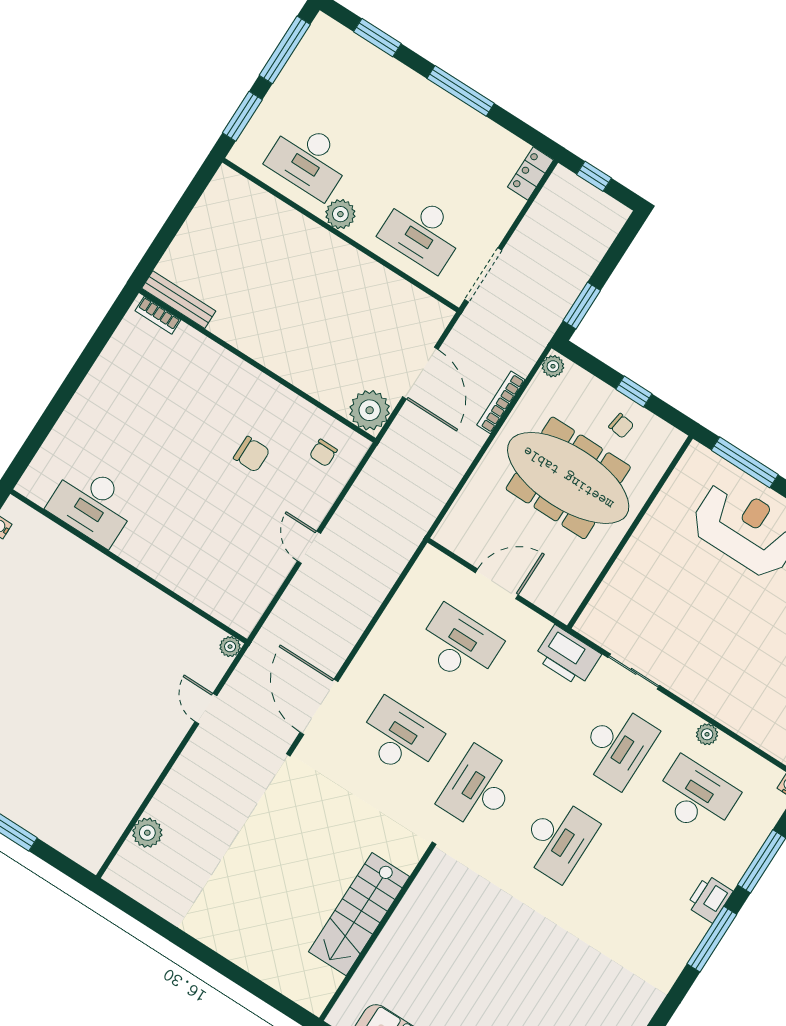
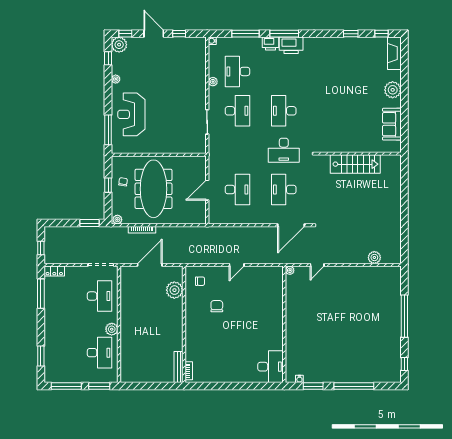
window: (461, 91) -> (41, 294), moved
plant: (370, 410) -> (174, 290), moved
desk: (92, 504) -> (271, 367), moved
door: (497, 584) -> (207, 190), hinge flipped
desk: (459, 645) -> (237, 190), turned 180
printer: (568, 656) -> (291, 45), moved, turned 90
desk: (617, 746) -> (237, 111), turned 90
desk: (558, 839) -> (284, 111), turned -90

